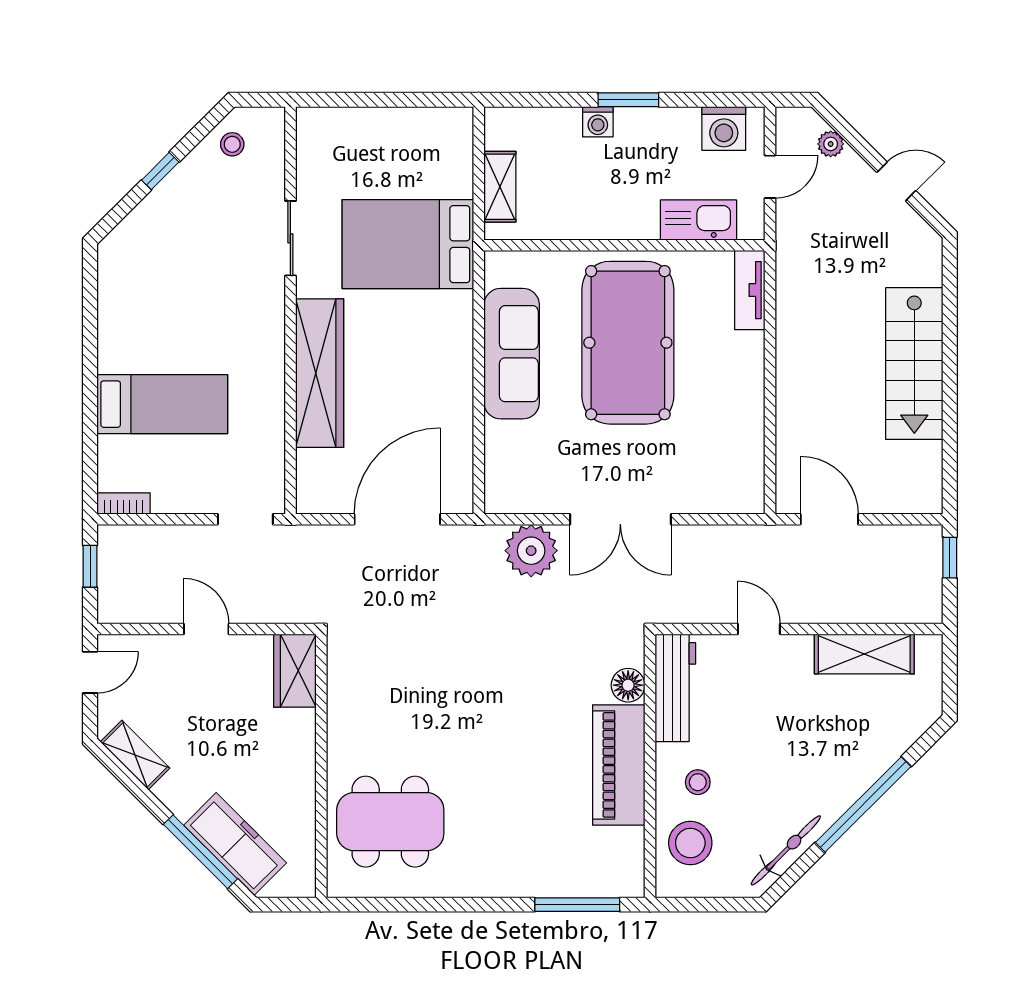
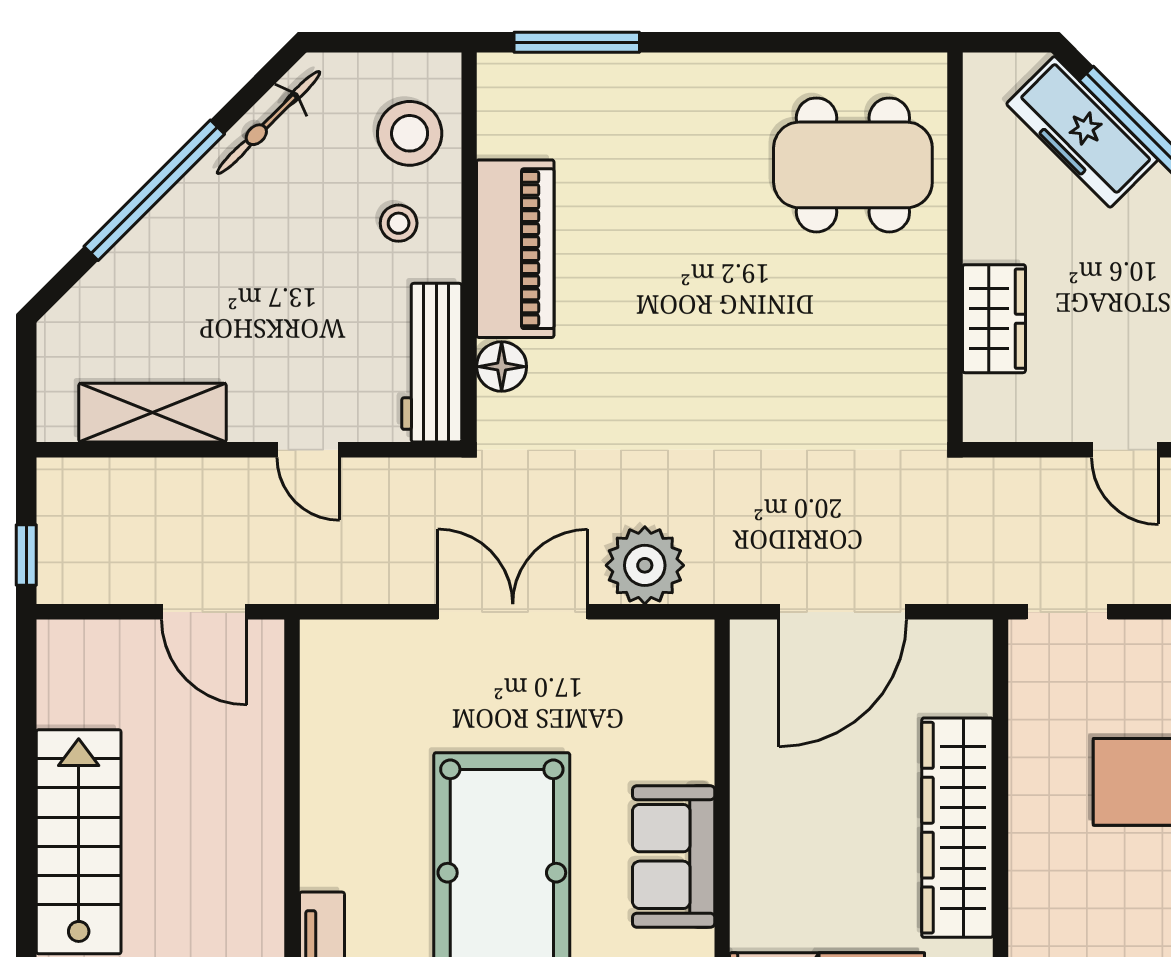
sofa: (512, 354) -> (674, 856), width x0.73
wardrobe: (295, 671) -> (994, 319), moved

